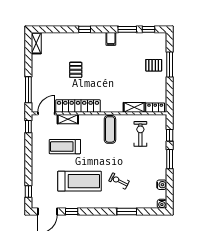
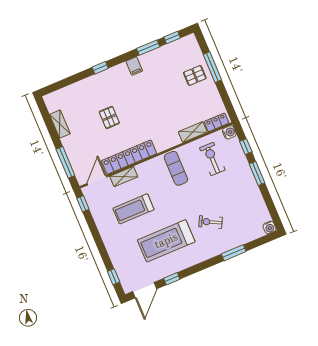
shelving: (36, 43) -> (60, 124), moved
treadmill: (80, 181) -> (166, 241), turned 180
water cooler: (162, 185) -> (229, 132), moved

